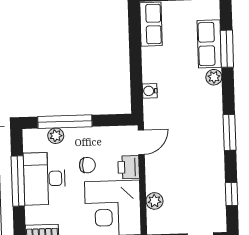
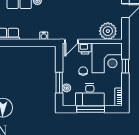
window: (65, 122) -> (59, 83), width x0.69
door: (141, 142) -> (72, 41), swing flipped
plant: (154, 201) -> (108, 31), width x1.88, depth x1.88

